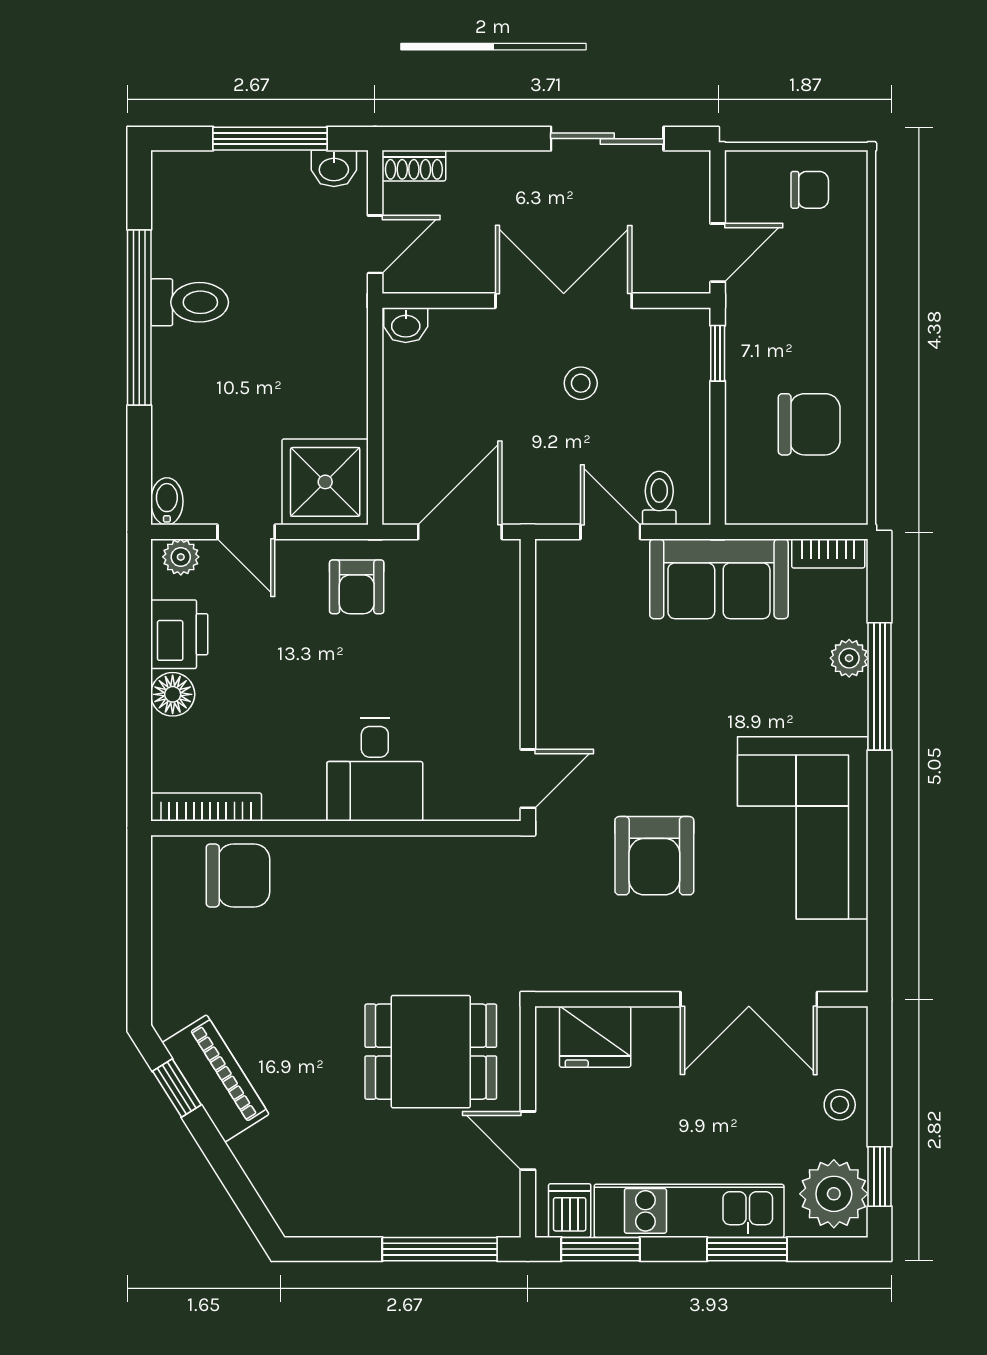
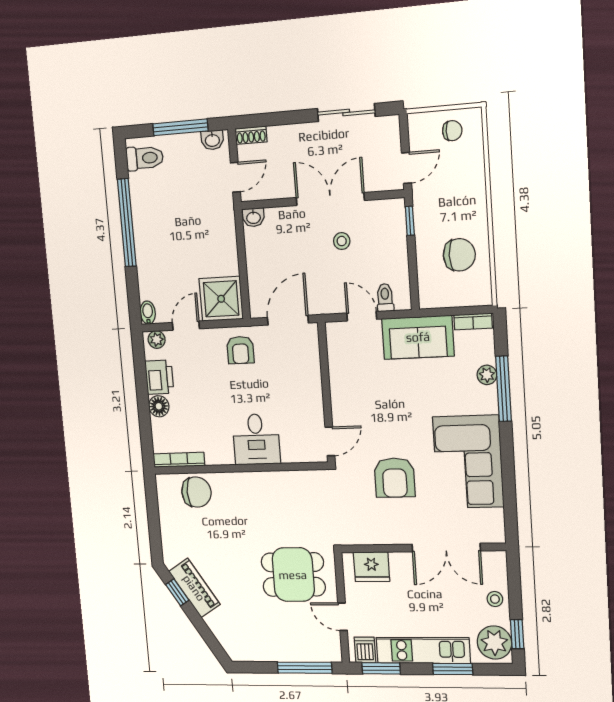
toilet: (190, 302) -> (145, 158), moved
door: (246, 532) -> (186, 326), swing flipped

